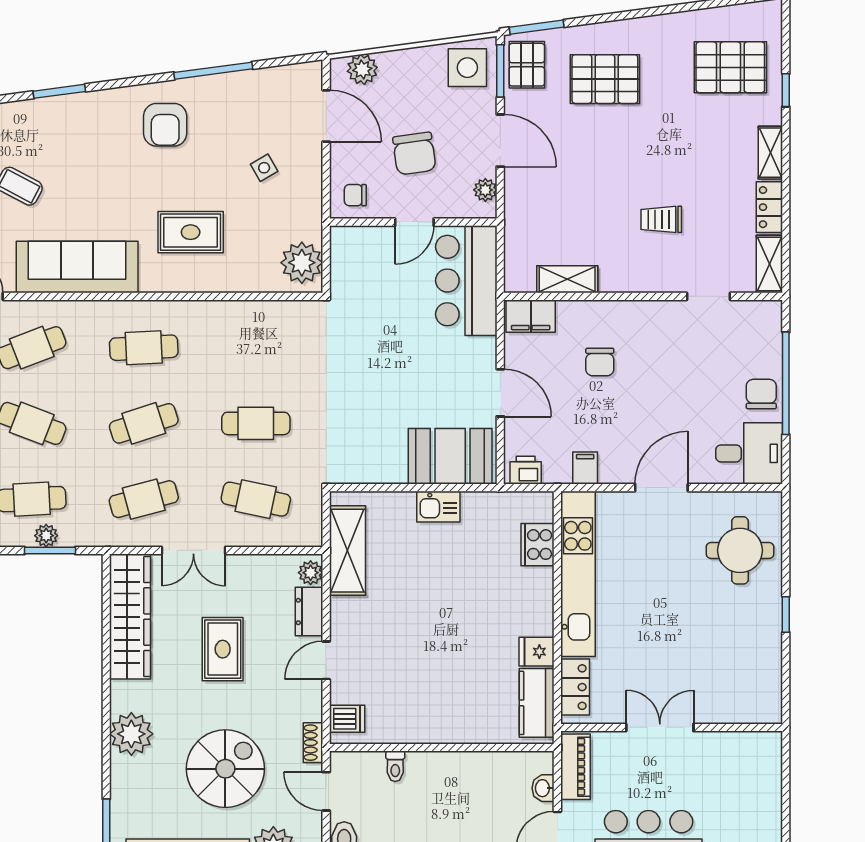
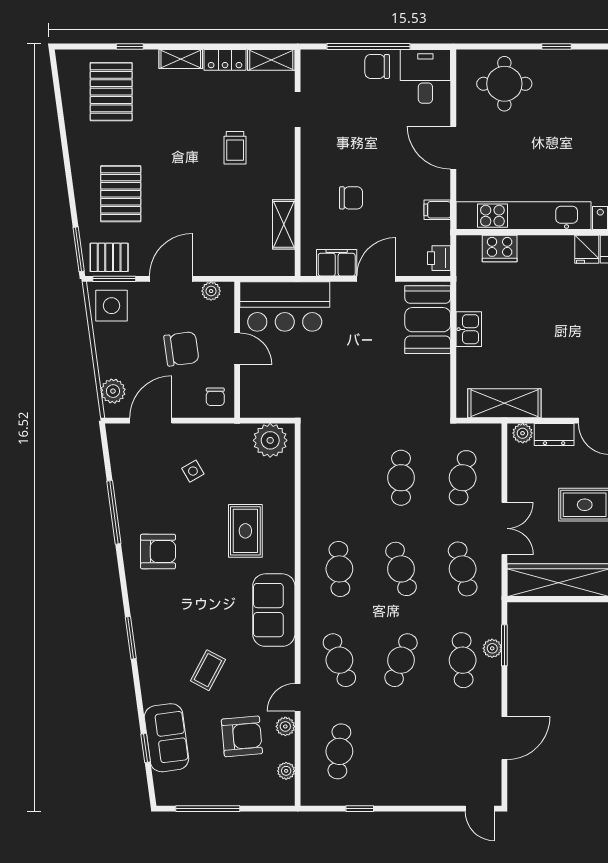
sofa: (77, 267) -> (274, 610), width x0.73
filing cabinet: (531, 316) -> (337, 263), moved, turned -90

